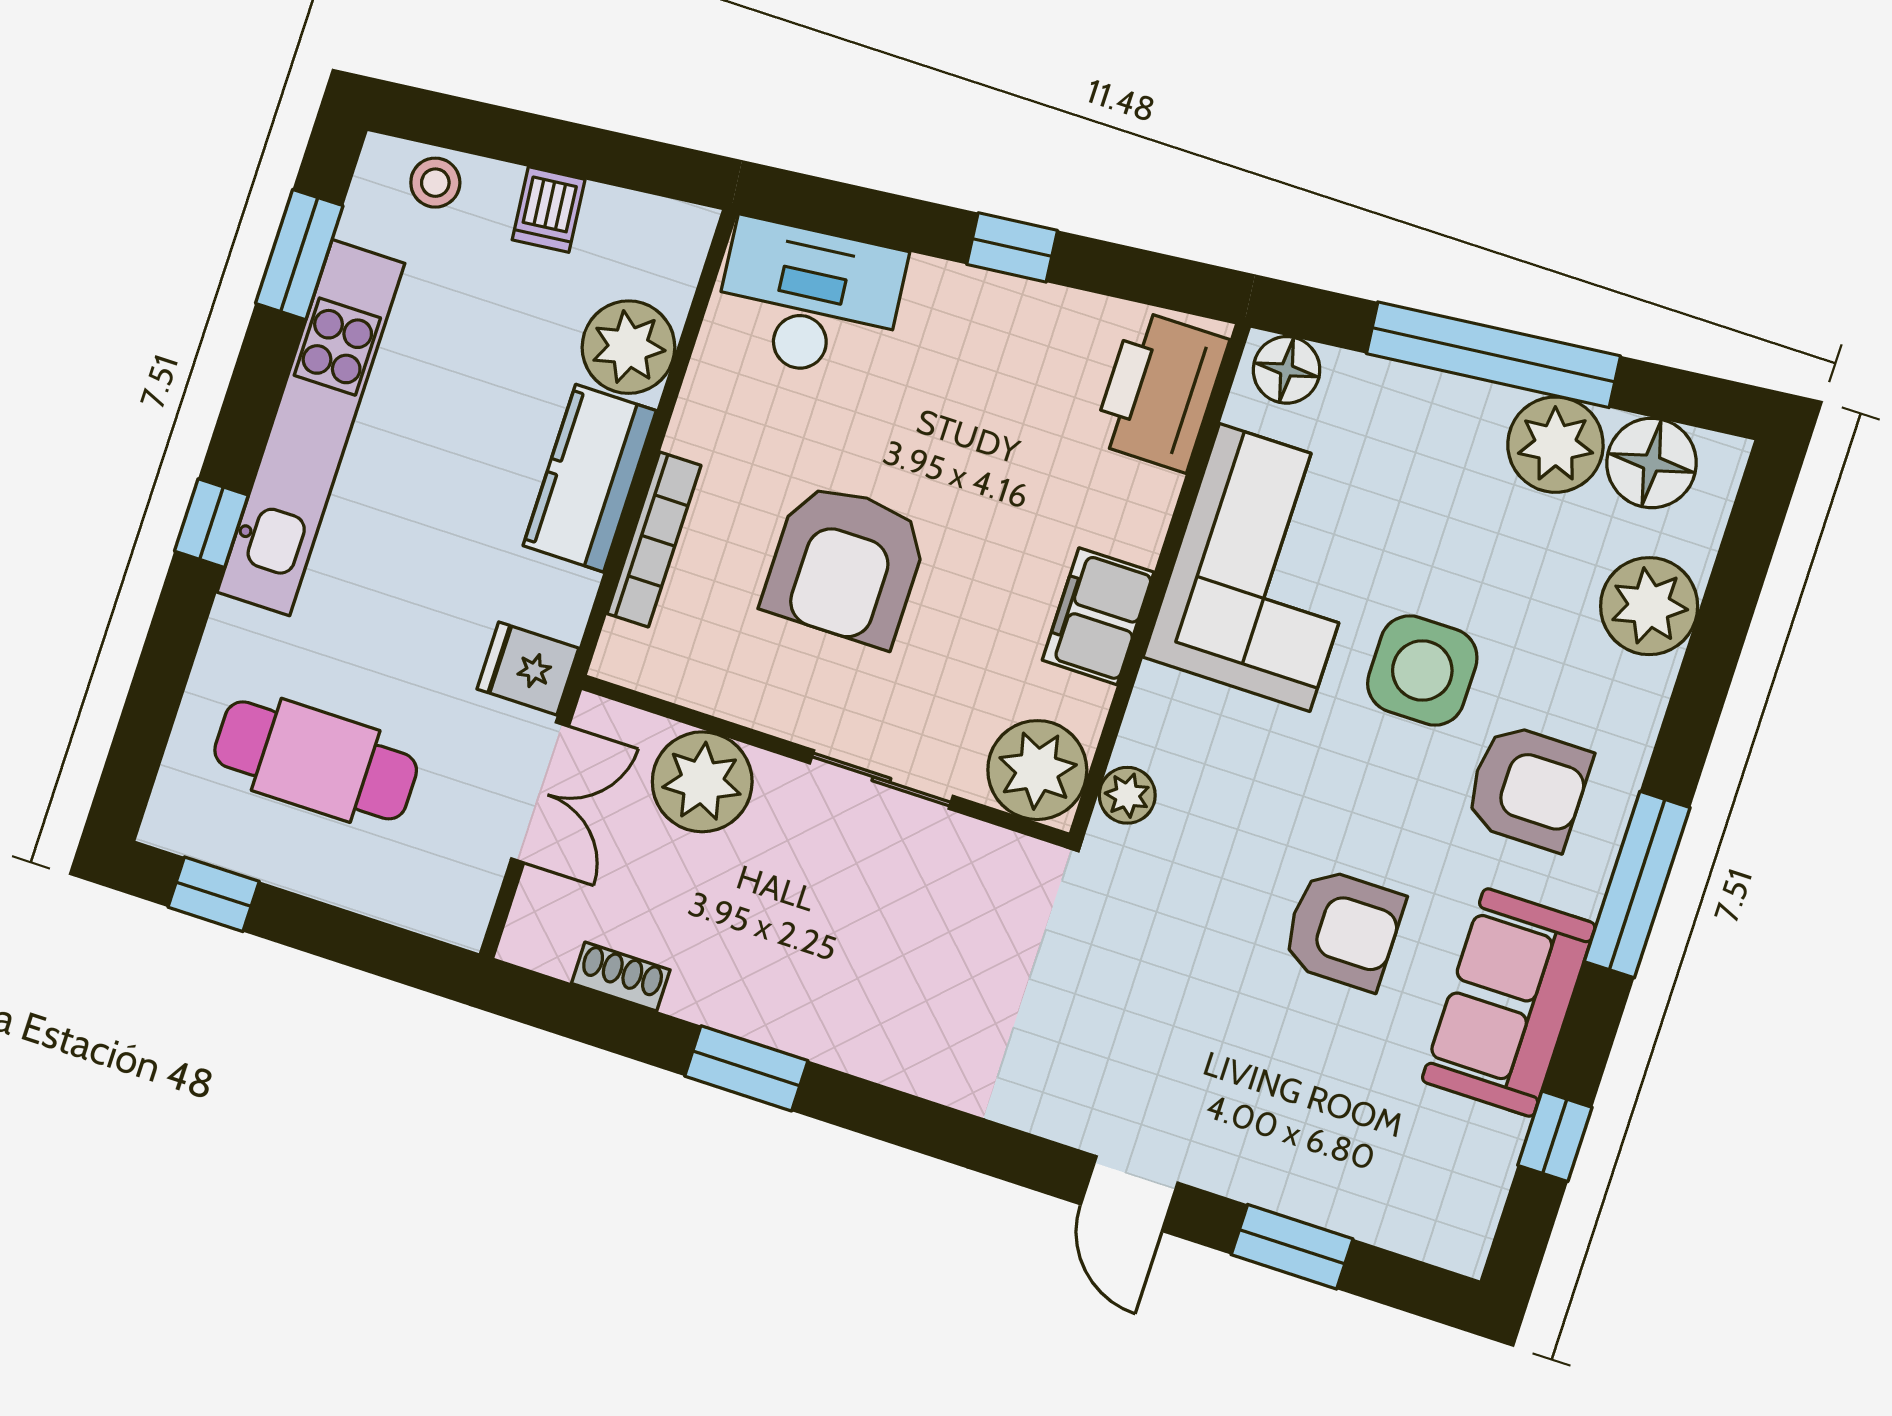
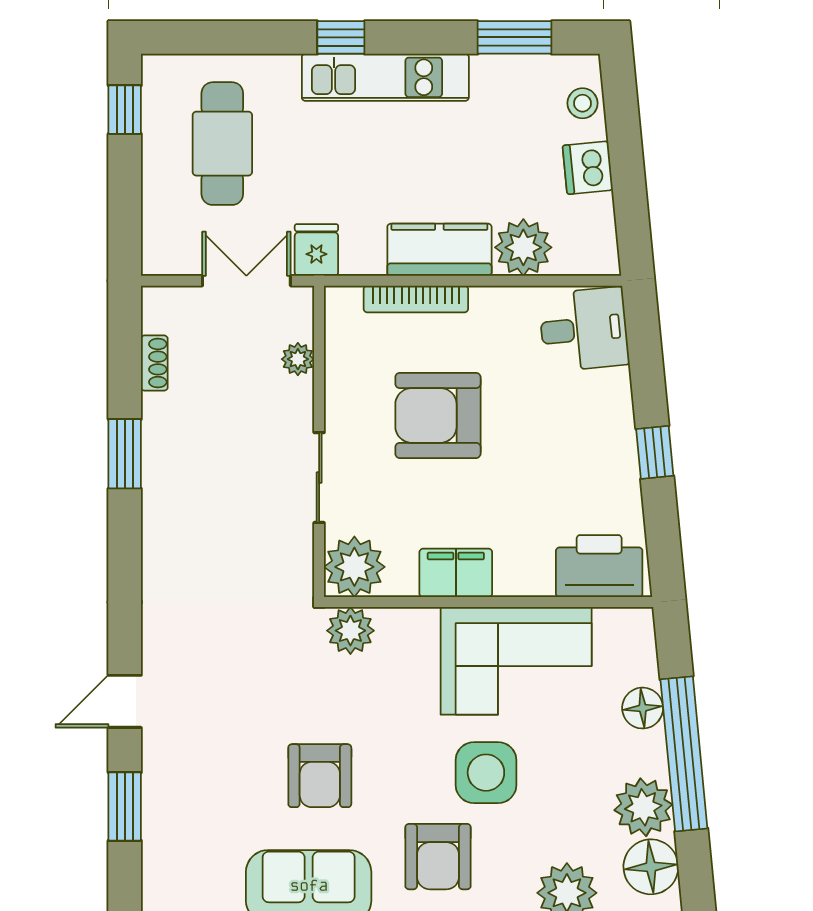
dishwasher: (549, 210) -> (588, 168), width x1.38
desk: (809, 300) -> (584, 329), width x0.73
floor lamp: (1287, 370) -> (643, 708), moved
kitchen unit: (311, 428) -> (385, 77), width x0.73
plant: (702, 782) -> (298, 359), width x0.53, depth x0.53
double door: (540, 792) -> (246, 281), swing flipped
plant: (1127, 795) -> (350, 631), width x1.38, depth x1.38

